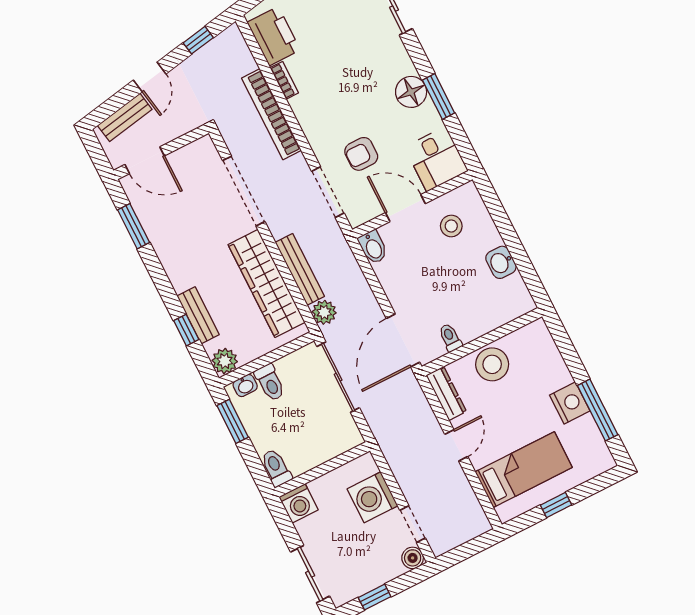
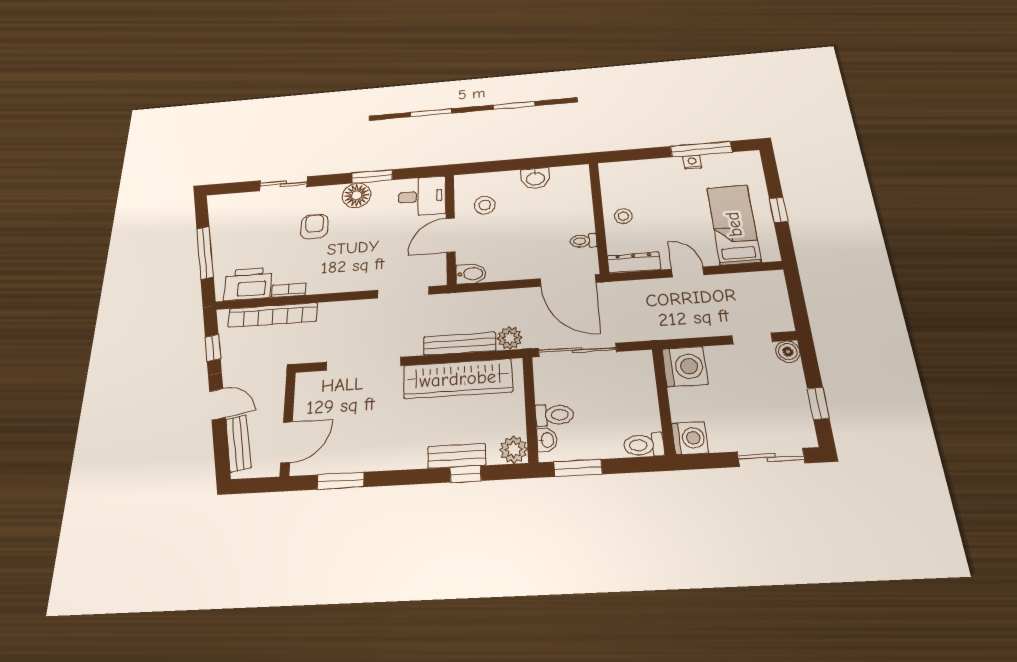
bookcase: (271, 114) -> (273, 315), moved
armchair: (361, 154) -> (314, 227), moved, turned 180
stool: (492, 364) -> (623, 216), width x0.53, depth x0.53
nightstand: (570, 403) -> (692, 162), width x0.53, depth x0.56
washing machine: (373, 497) -> (685, 367), moved, turned -90

